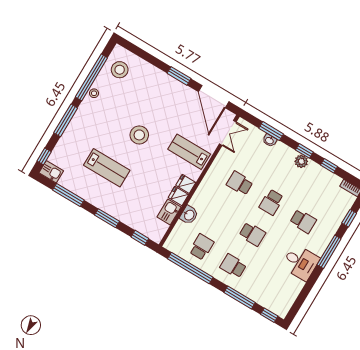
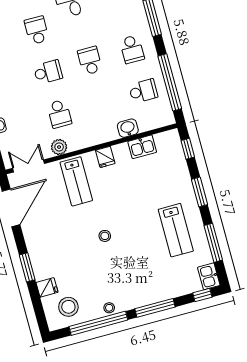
window: (179, 76) -> (27, 267), moved
stool: (139, 135) -> (105, 236), width x0.53, depth x0.53
plant: (220, 163) -> (59, 147), added
lab bench: (107, 168) -> (176, 230), moved, turned 180
fridge: (178, 196) -> (47, 287), moved, turned -90
school desk: (201, 247) -> (143, 91), turned 180

